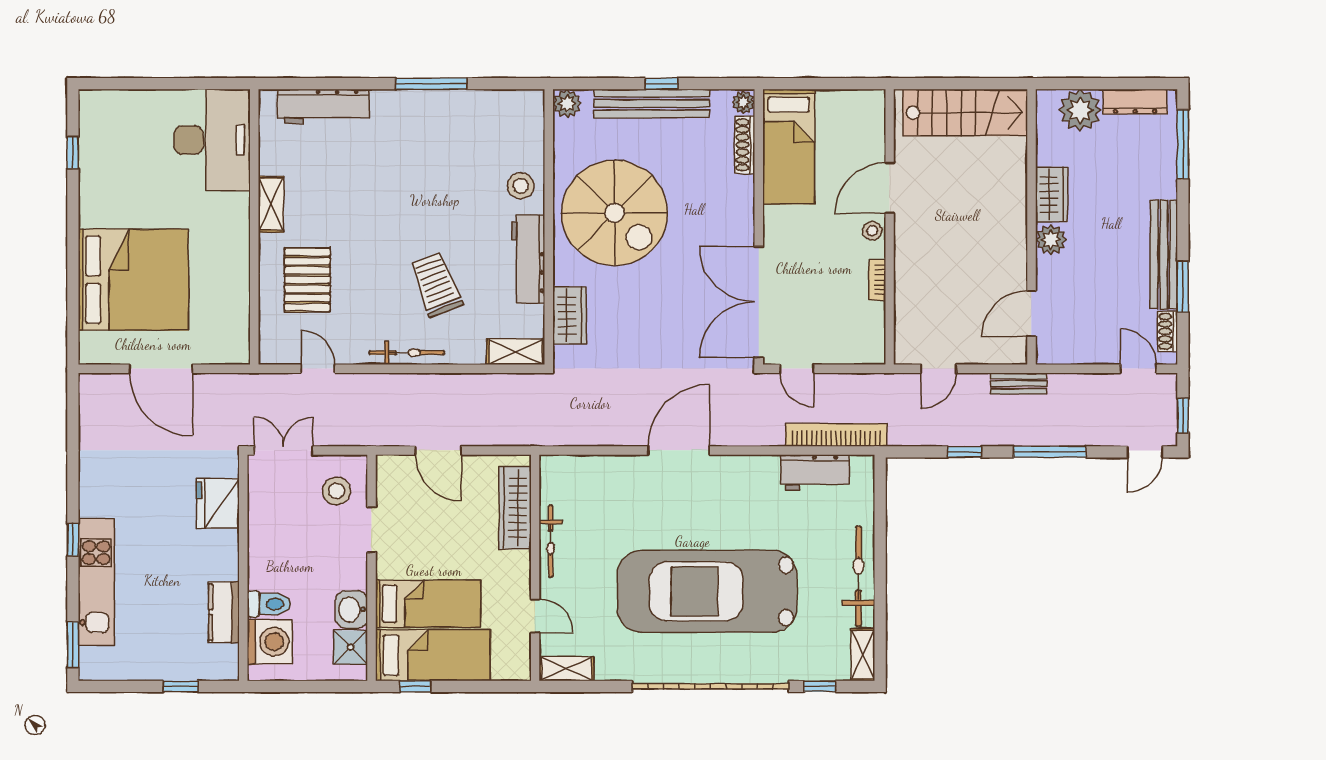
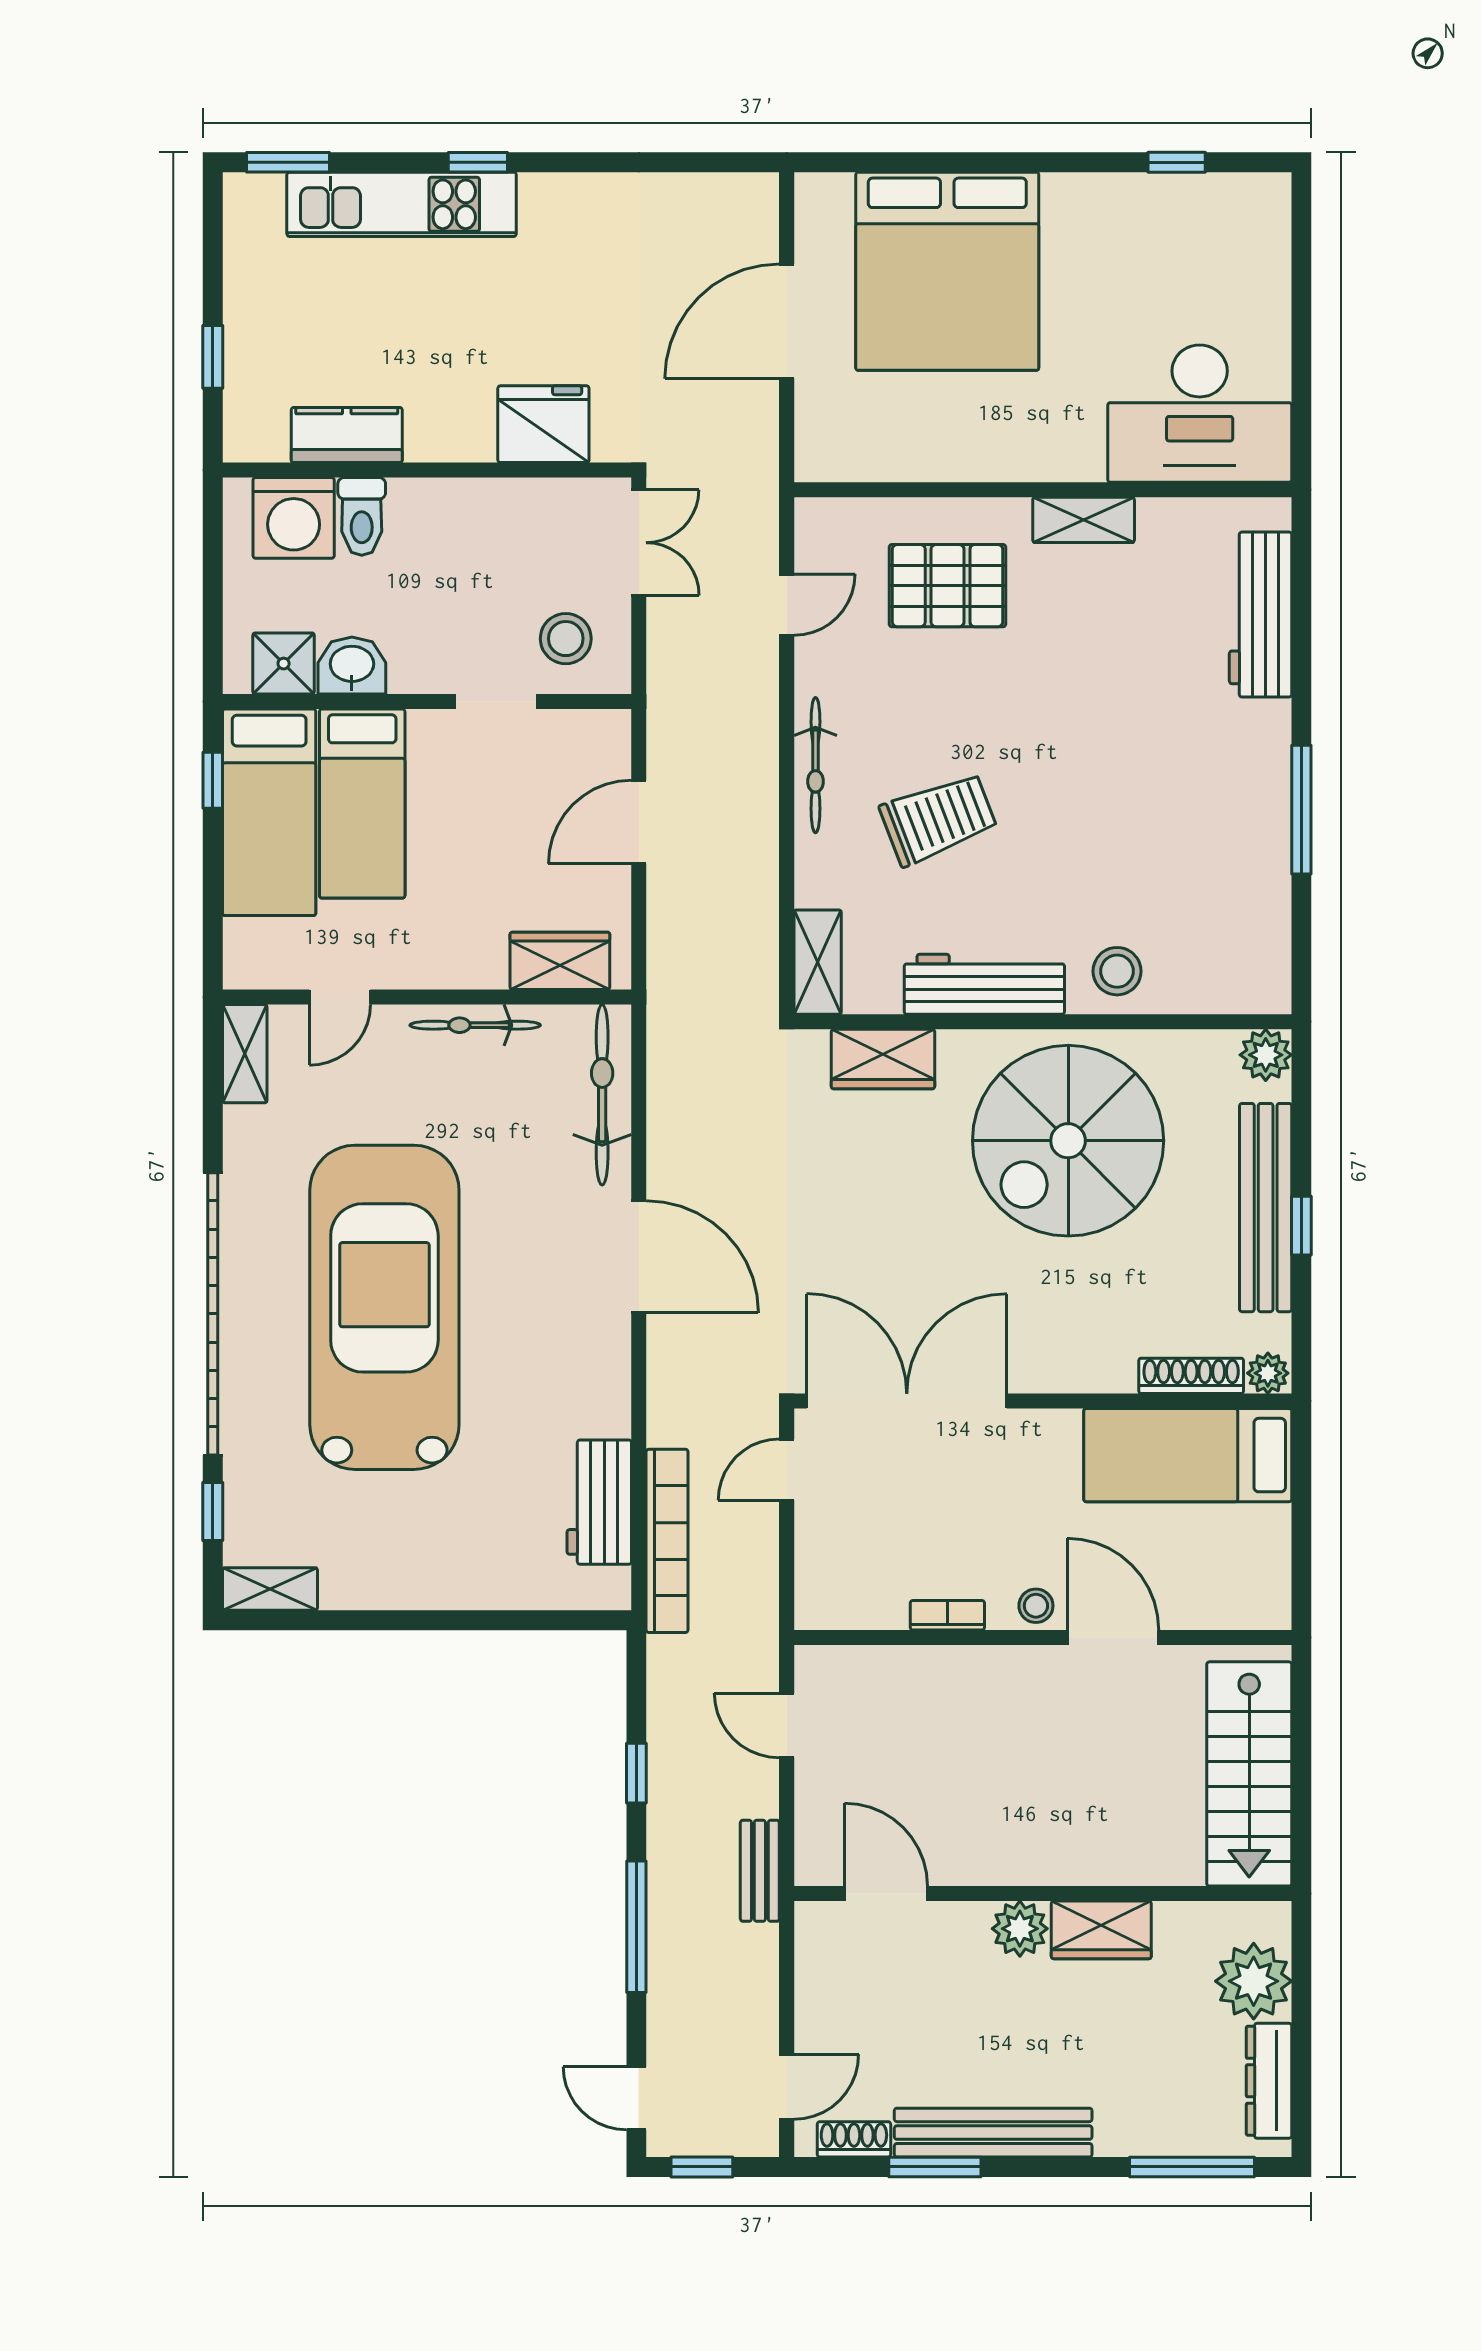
wardrobe: (515, 508) -> (560, 961), width x0.67
bicycle: (858, 576) -> (602, 1095), moved, turned -90

